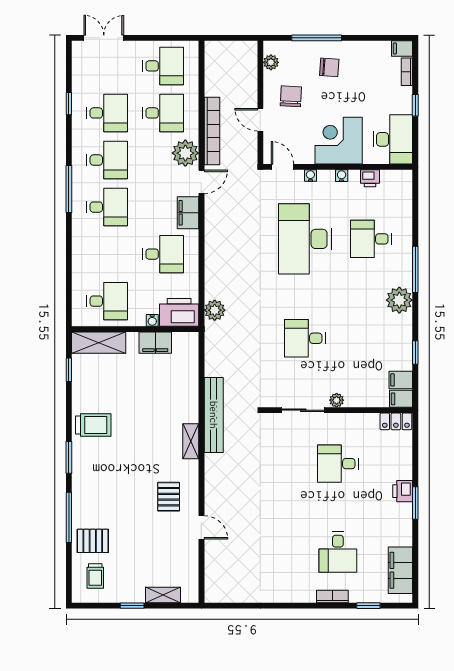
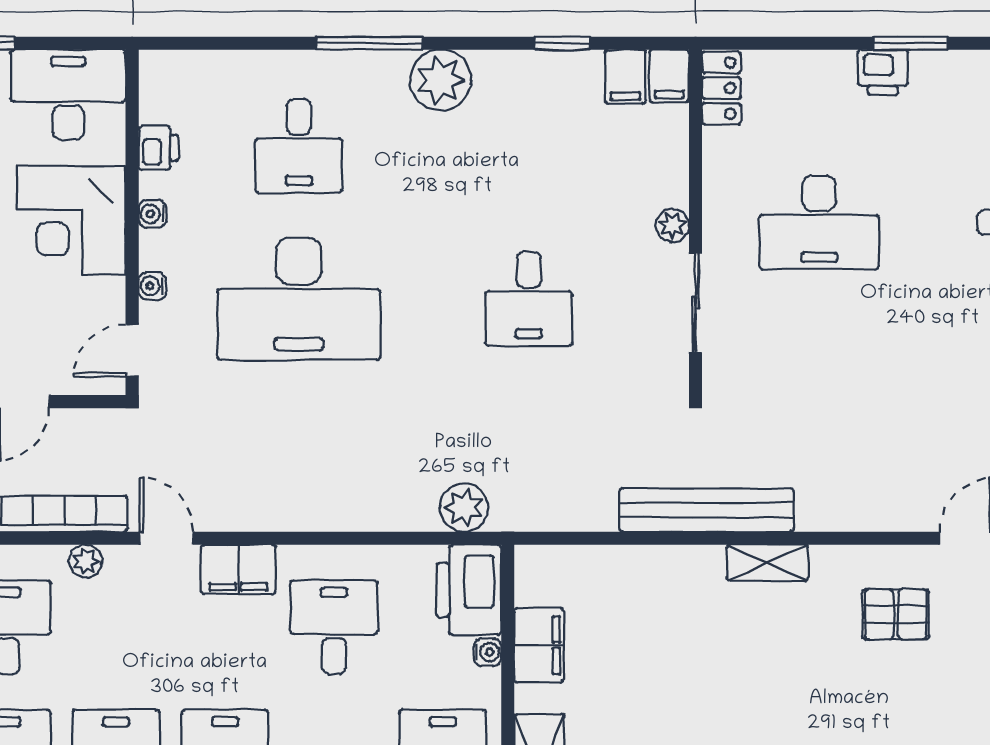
plant: (185, 153) -> (86, 561), width x0.53, depth x0.53
desk: (338, 464) -> (819, 222), width x1.37

